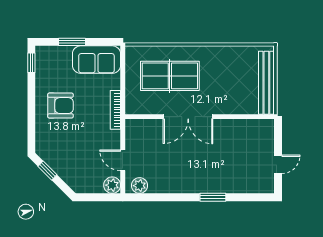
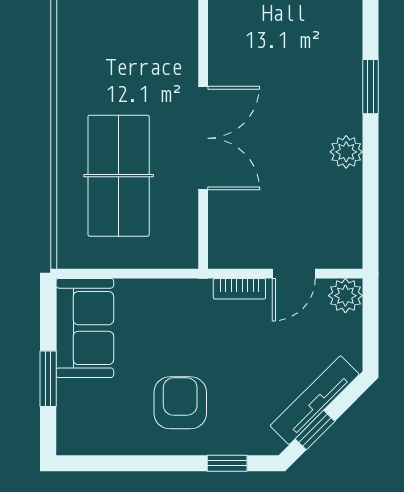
window: (31, 63) -> (227, 463), moved
bookcase: (115, 110) -> (239, 289), moved, width x0.64
tv unit: (62, 170) -> (315, 400), added
plant: (140, 186) -> (346, 152), moved

